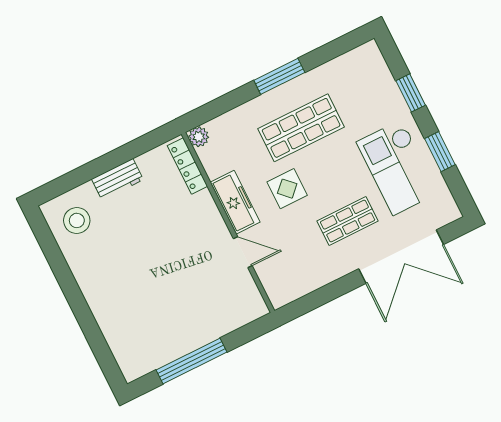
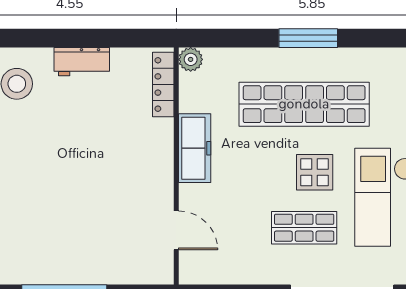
shop shelf: (301, 128) -> (304, 104), width x1.40
display table: (287, 189) -> (315, 172), moved
door: (243, 252) -> (176, 230), moved

